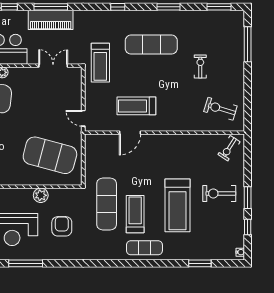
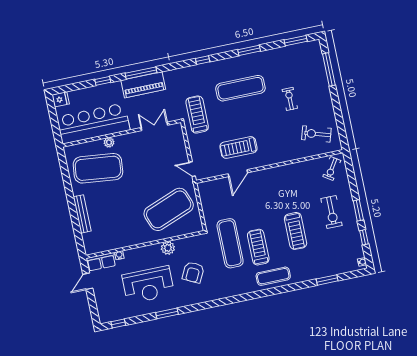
treadmill: (100, 63) -> (197, 115), turned 180
exercise mat: (50, 155) -> (169, 209), turned -36
exercise bike: (219, 193) -> (332, 212), turned -90
treadmill: (178, 205) -> (296, 231), width x0.73, depth x0.73
armchair: (62, 226) -> (193, 272), turned -153
window: (26, 263) -> (167, 313), width x0.69

